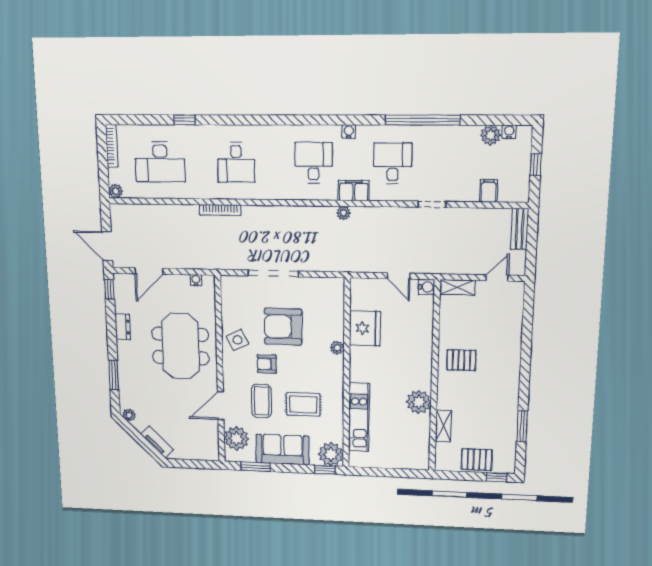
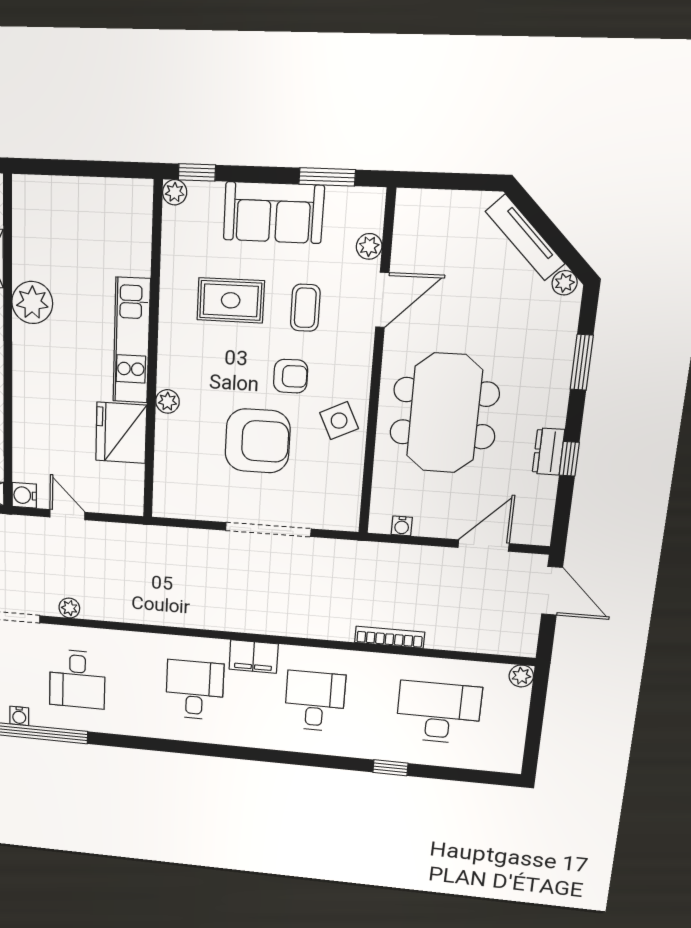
water cooler: (349, 131) -> (19, 716), moved
bookcase: (112, 146) -> (516, 743), removed
desk: (314, 163) -> (195, 690), turned 180
filing cabinet: (354, 191) -> (254, 657), moved
bookcase: (220, 210) -> (390, 637), moved
plant: (344, 213) -> (69, 608), moved
window: (109, 289) -> (569, 459), moved
coffee table: (262, 401) -> (305, 308), width x0.73, depth x0.77
kitchen unit: (359, 417) -> (132, 341), moved
plant: (236, 438) -> (369, 246), width x0.53, depth x0.53
tv unit: (157, 442) -> (525, 237), width x1.41
plant: (331, 454) -> (175, 192), width x0.53, depth x0.53

